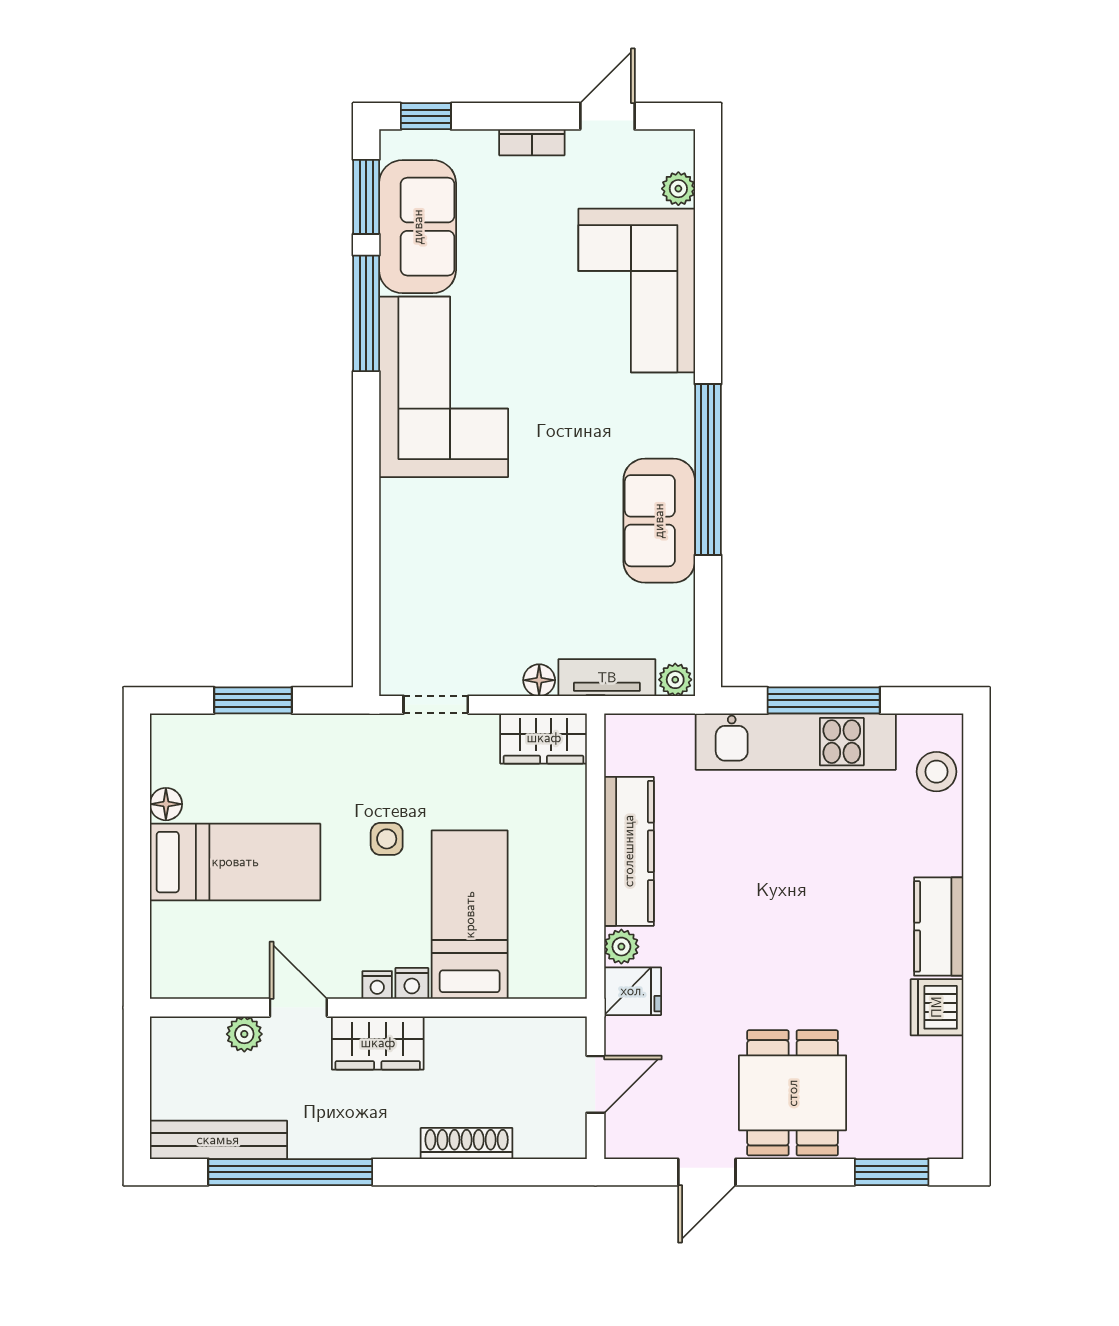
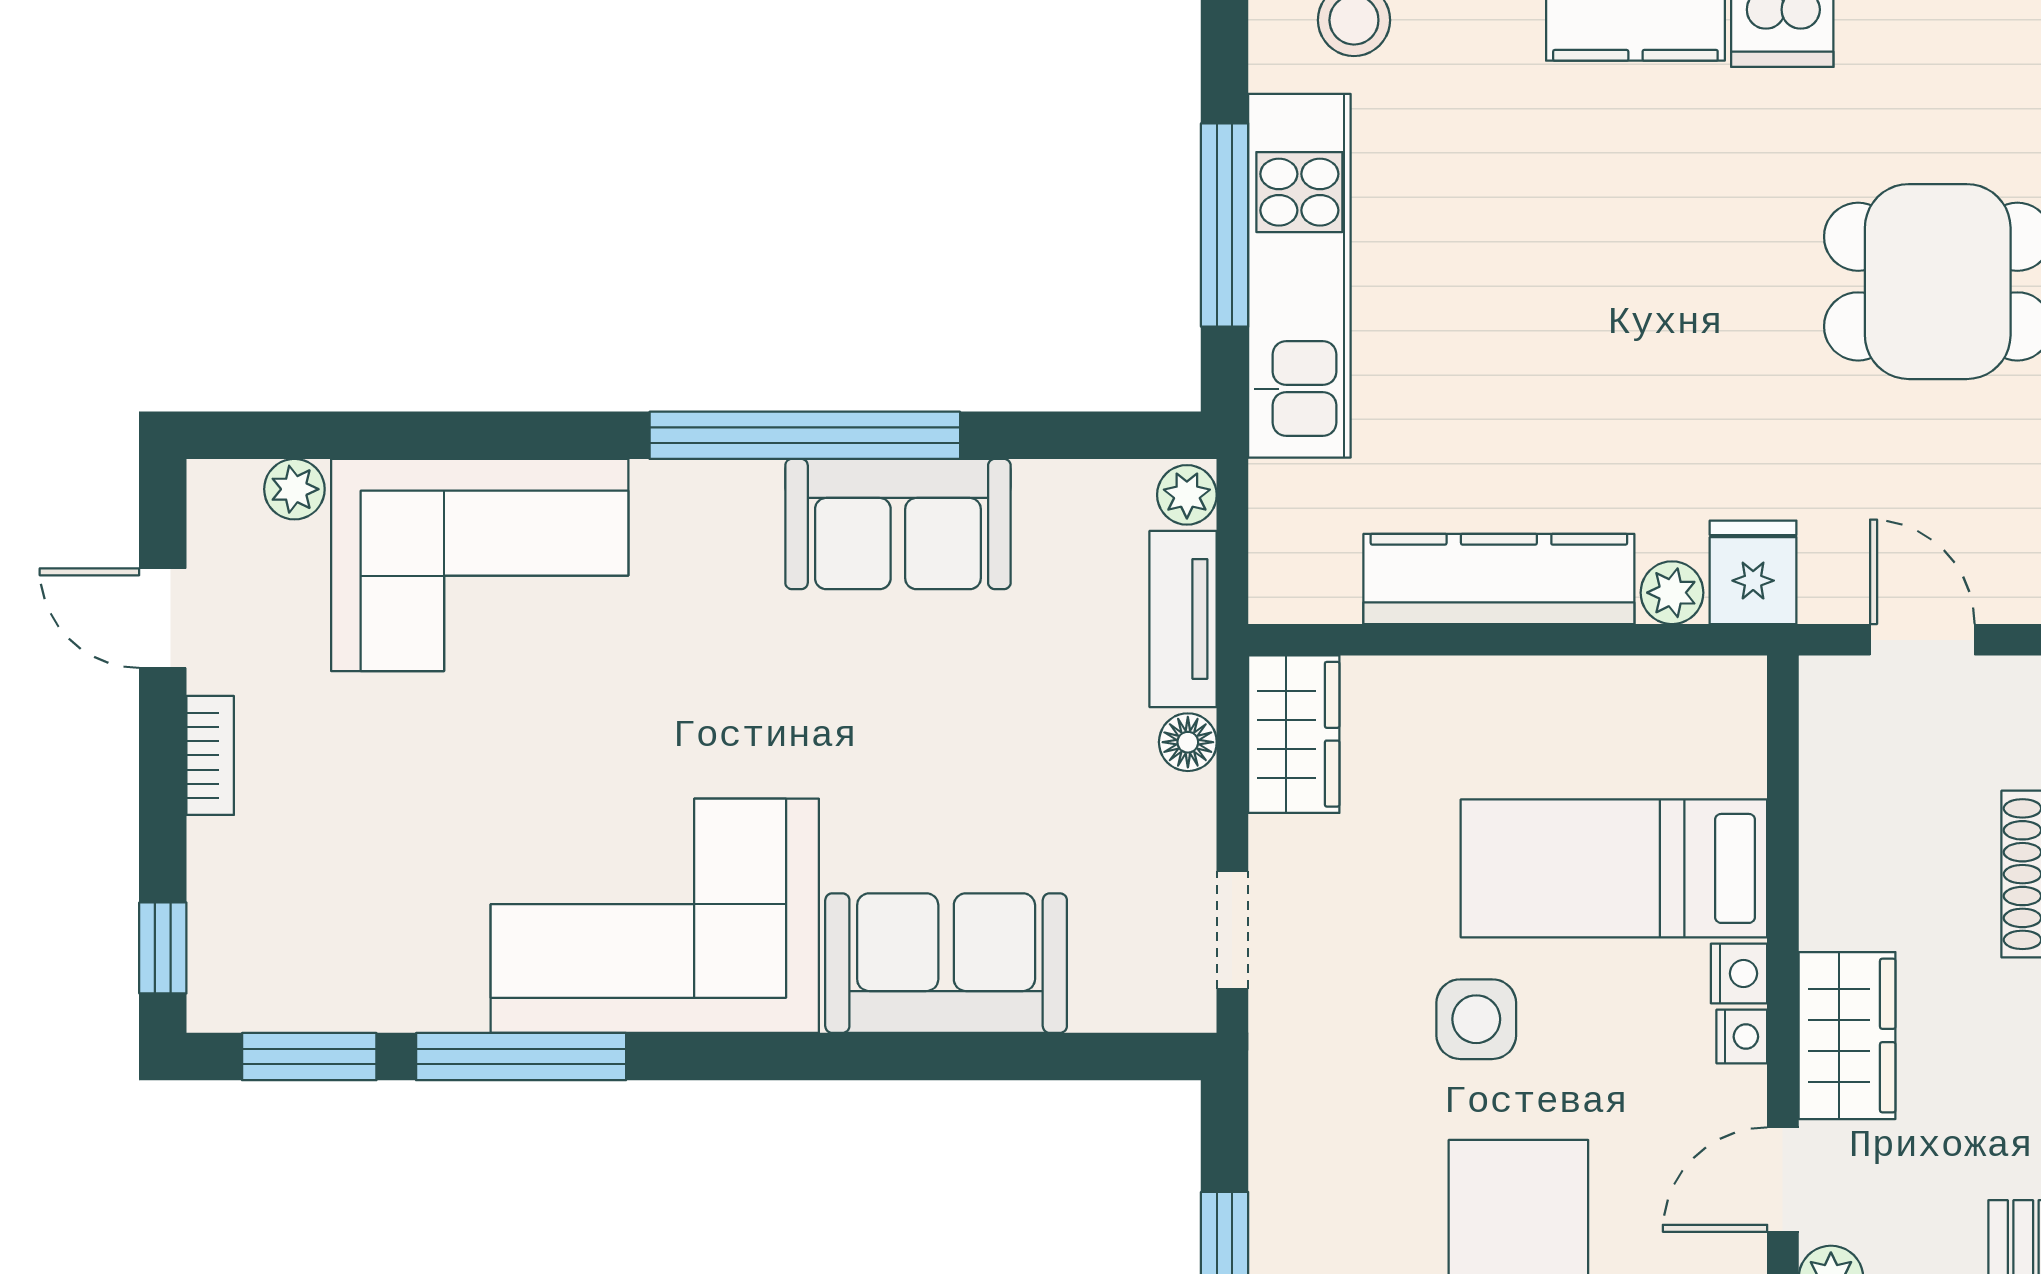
sofa: (418, 227) -> (946, 963), moved
side table: (387, 839) -> (1476, 1019), width x1.37, depth x1.37

